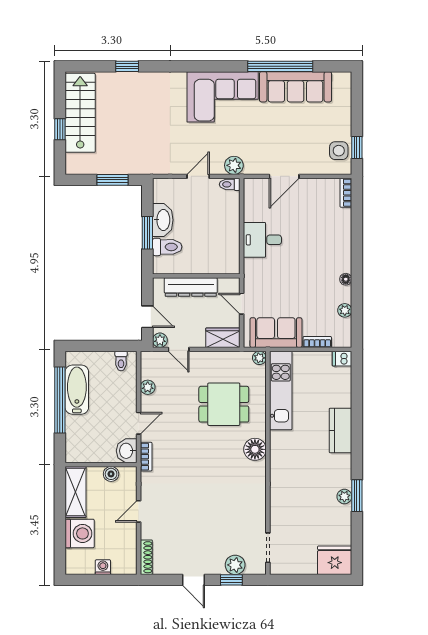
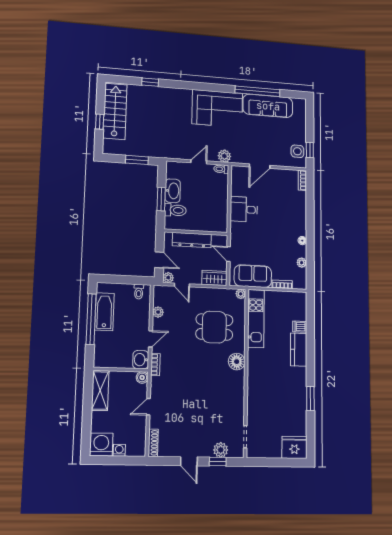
dishwasher: (342, 359) -> (300, 327), moved
boiler: (111, 474) -> (142, 378), moved
plant: (344, 497) -> (301, 399), removed
washing machine: (80, 533) -> (101, 444), moved, turned -90

